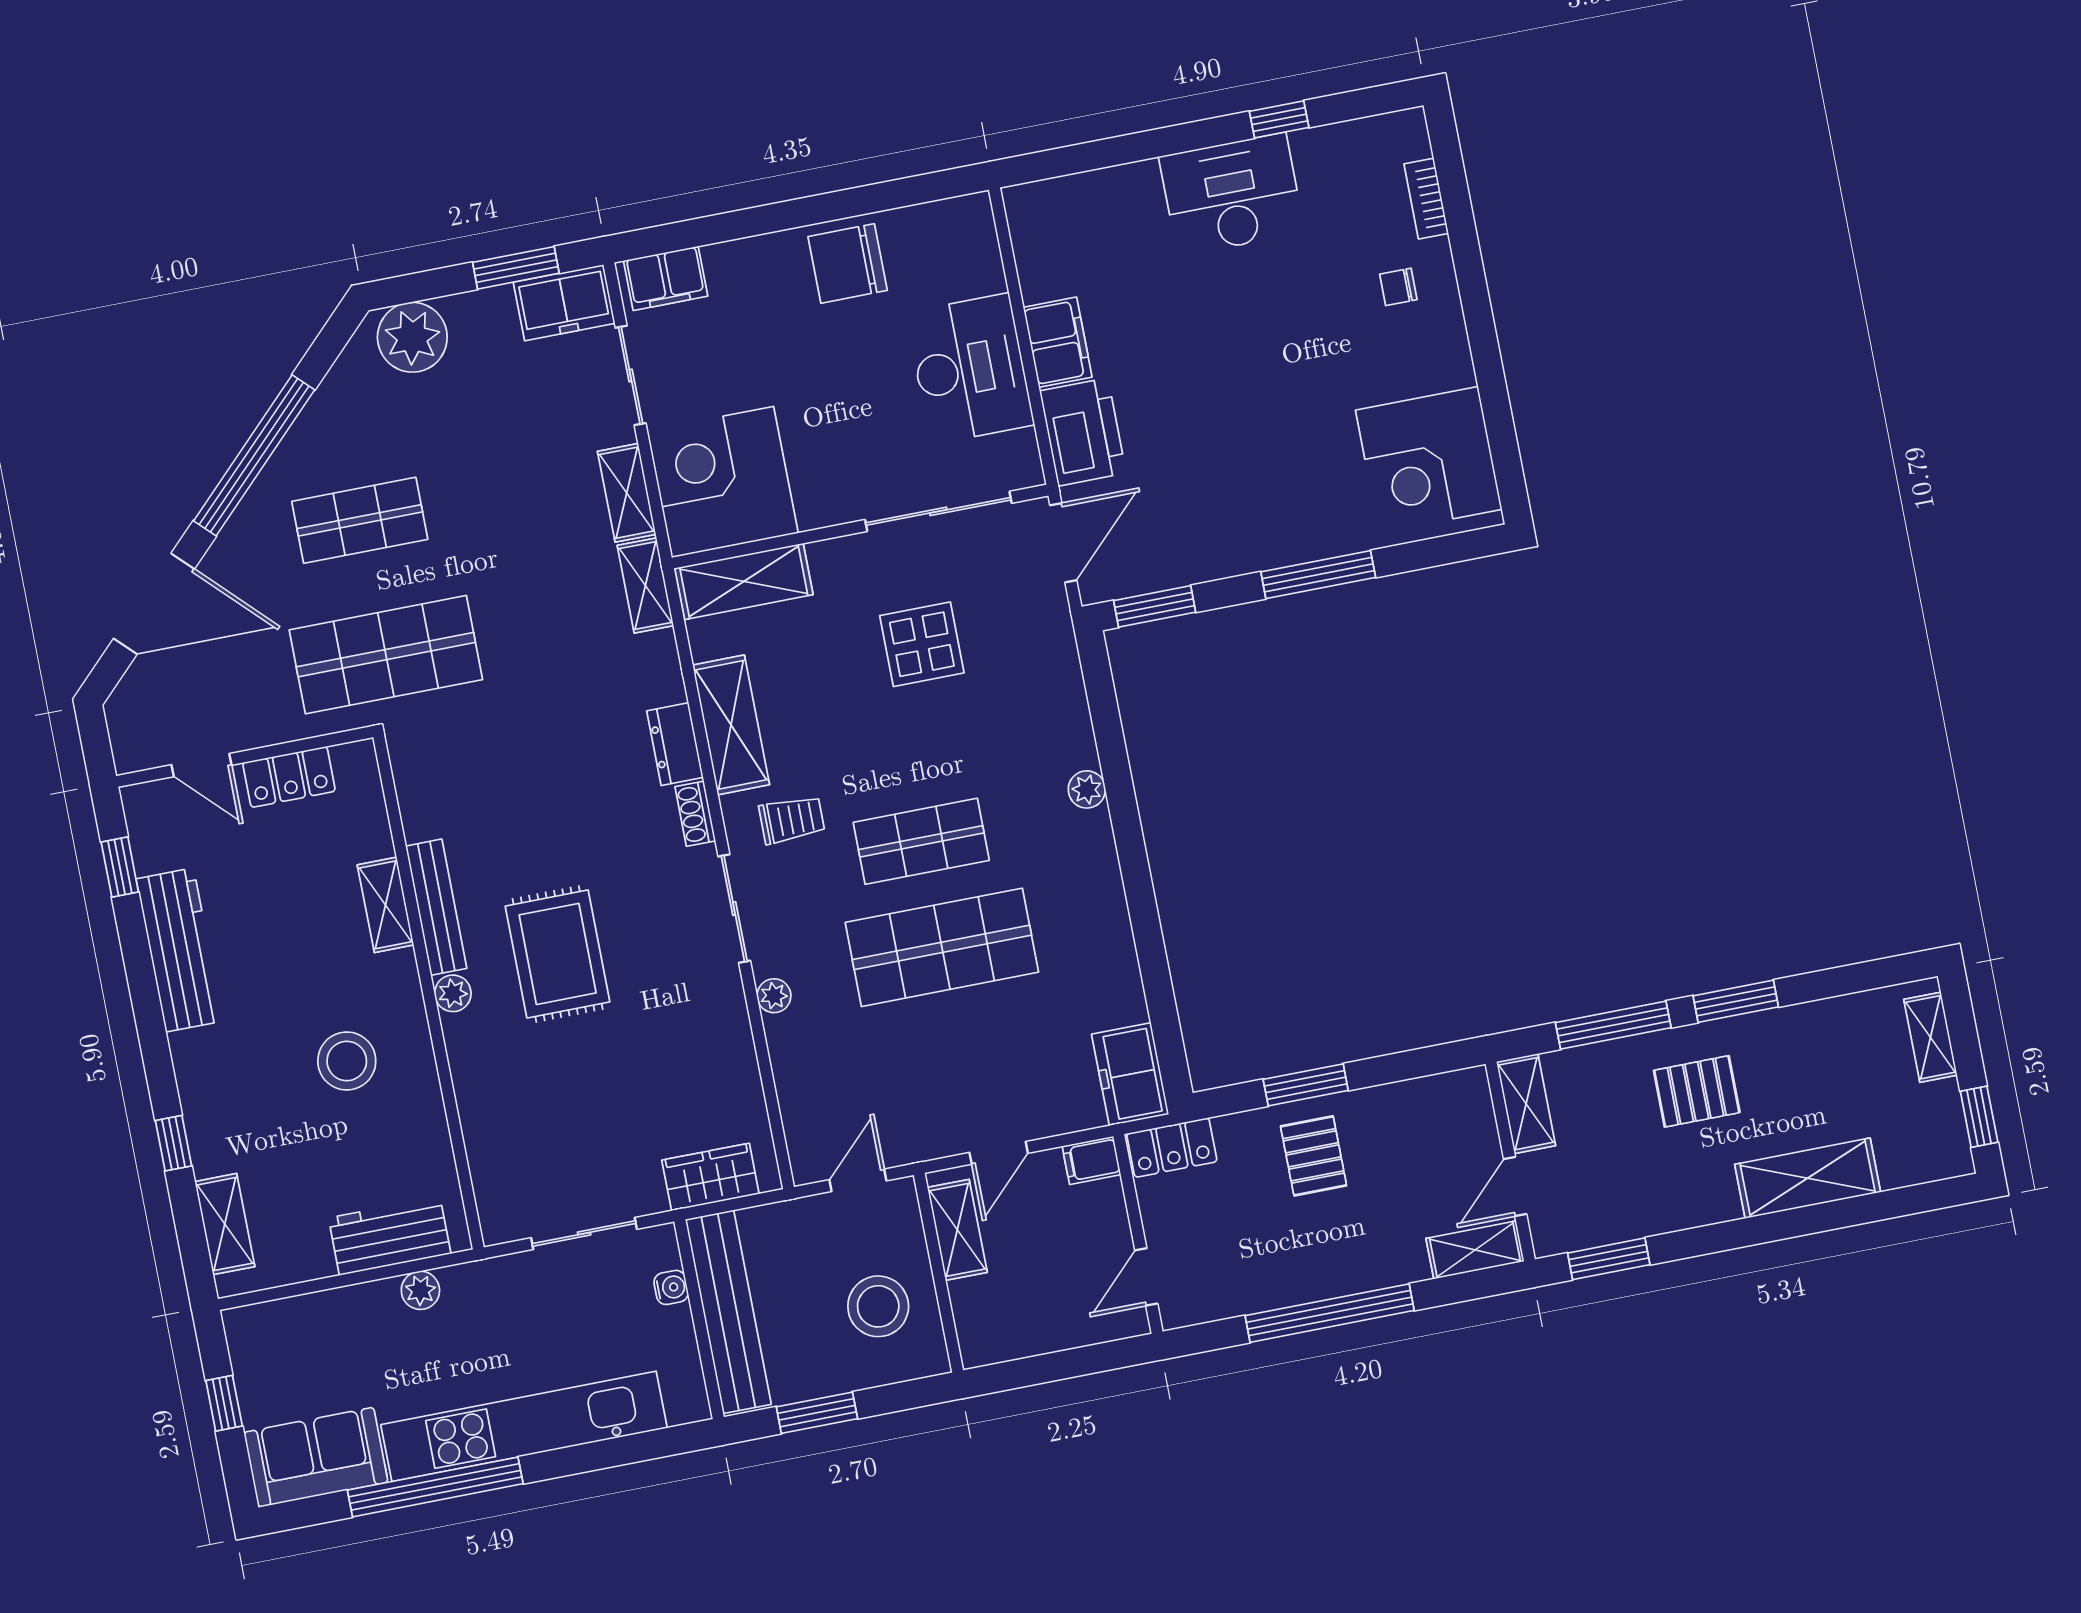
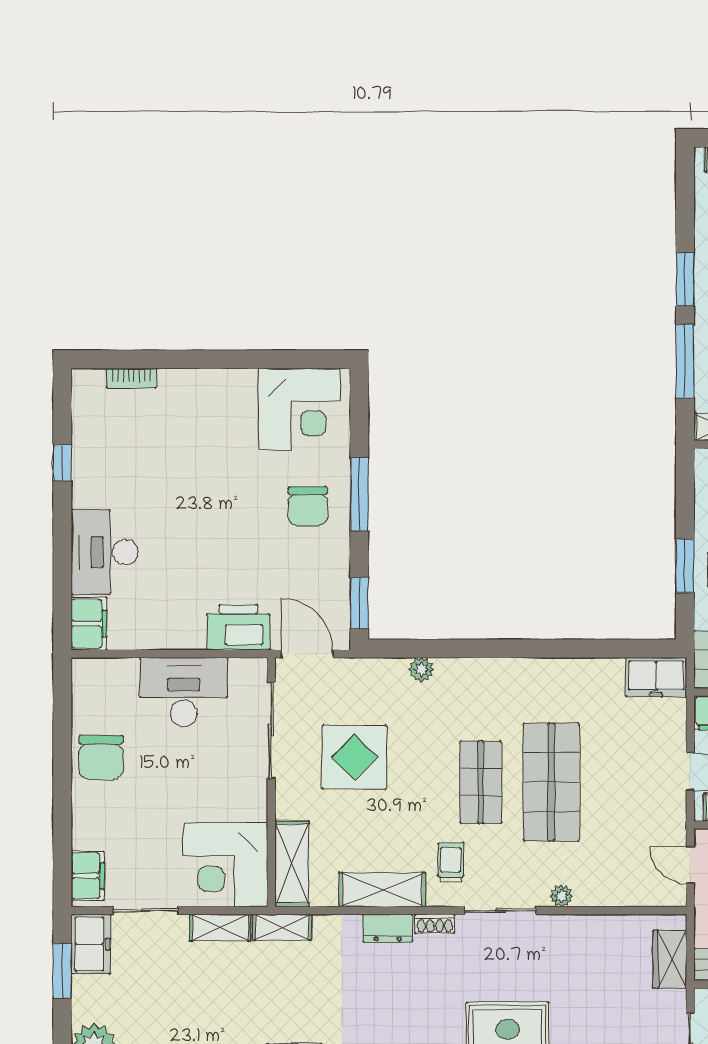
desk: (1232, 194) -> (105, 552), moved
chair: (1398, 287) -> (308, 506), moved, width x1.87, depth x1.87
filing cabinet: (1058, 342) -> (89, 624), moved, turned 90
display table: (922, 644) -> (354, 757), width x1.36, depth x1.36
plant: (1087, 789) -> (421, 669), moved

